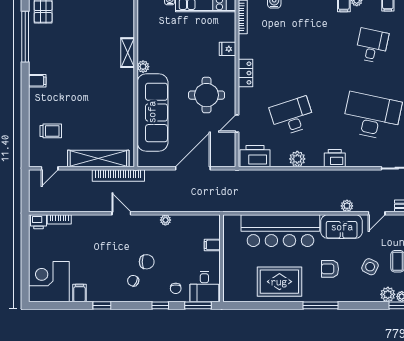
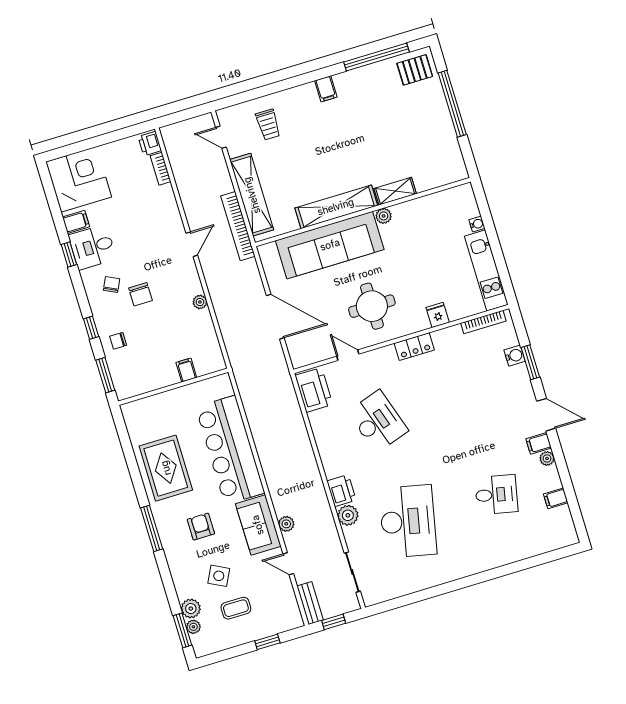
shelving: (126, 99) -> (336, 207), added
plant: (297, 159) -> (348, 515), moved
desk: (204, 287) -> (92, 247), moved

